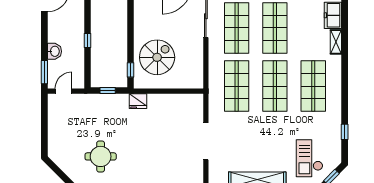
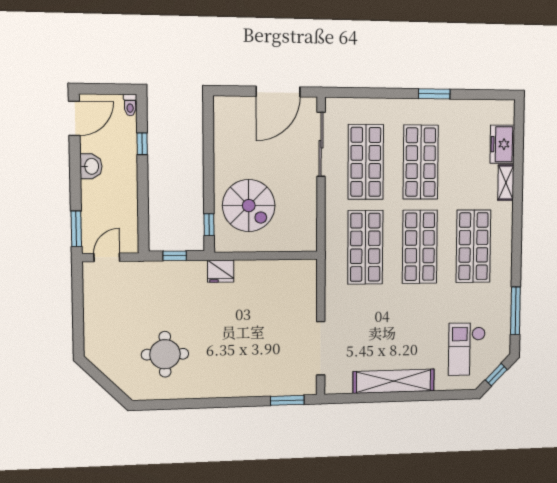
window: (87, 40) -> (142, 144), moved
washbasin: (54, 51) -> (91, 166), moved
spiral stairs: (157, 57) -> (249, 206), turned 90
window: (345, 132) -> (515, 311), width x2.17
doorway: (206, 141) -> (321, 348), moved

